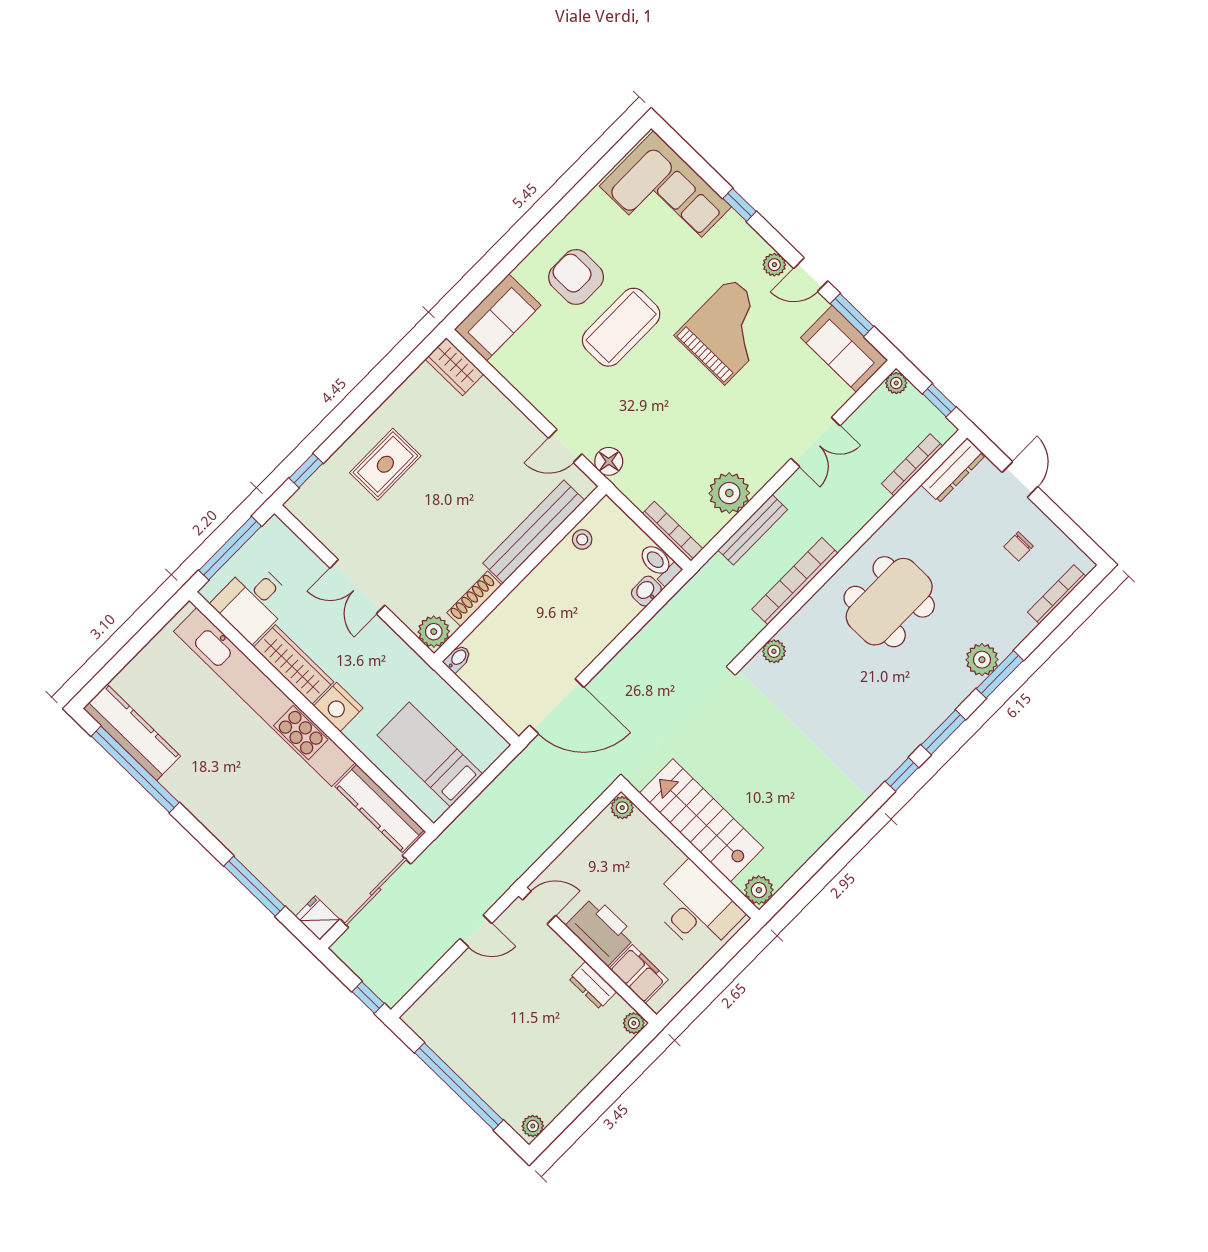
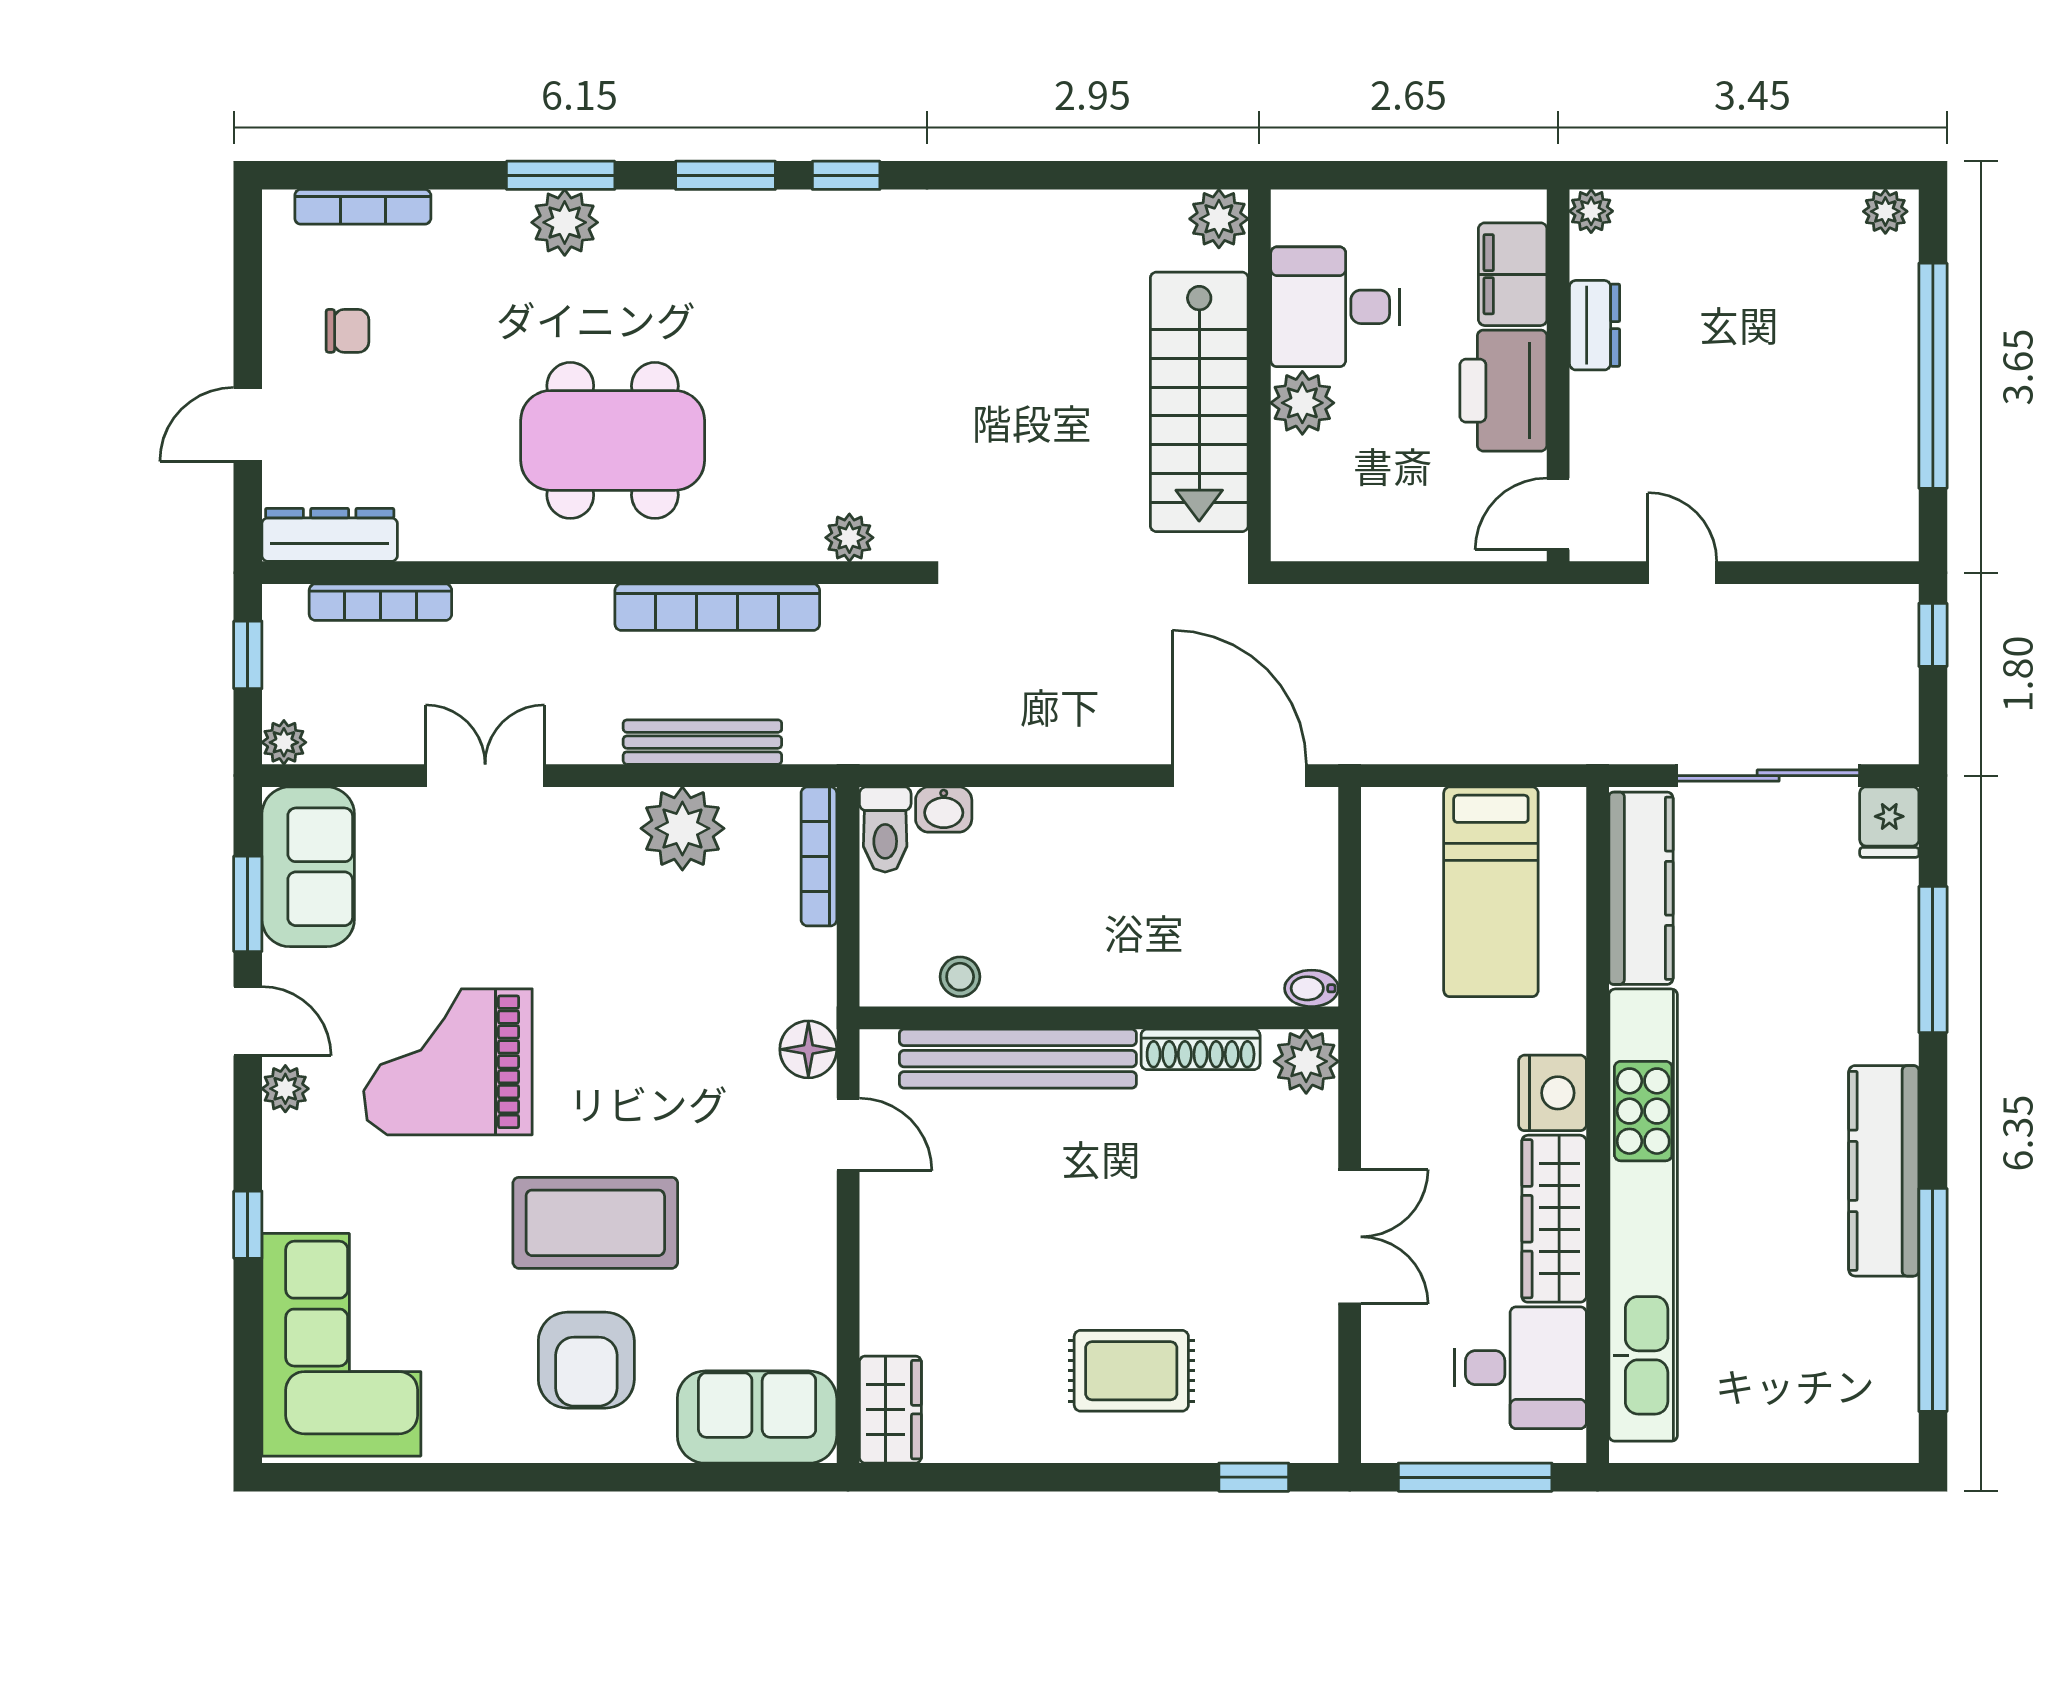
kitchen counter: (132, 732) -> (1884, 1171), moved
plant: (622, 808) -> (1302, 403), moved, width x1.38, depth x1.38
door: (539, 908) -> (1558, 514), hinge flipped
desk: (696, 908) -> (1335, 307), width x0.73

